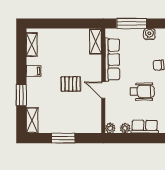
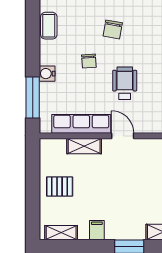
shelving: (96, 41) -> (84, 146), moved
pallet: (71, 84) -> (60, 187), moved, turned 90
door: (103, 90) -> (123, 136), swing flipped

